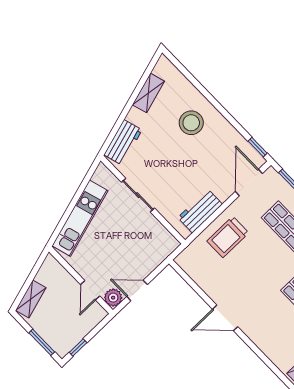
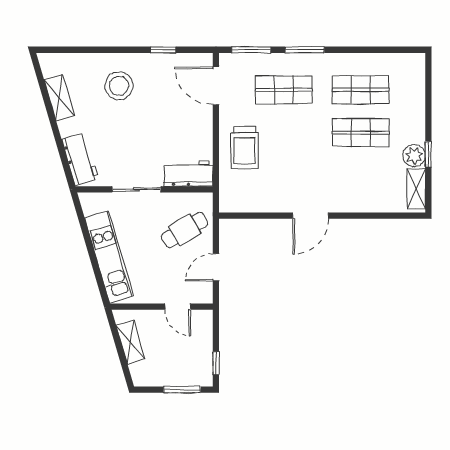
window: (258, 147) -> (163, 50), moved
workbench: (200, 211) -> (188, 174), moved, turned 90
cafe table: (141, 249) -> (185, 230), added
plant: (113, 298) -> (203, 293), removed
shelving: (31, 299) -> (131, 342), moved

